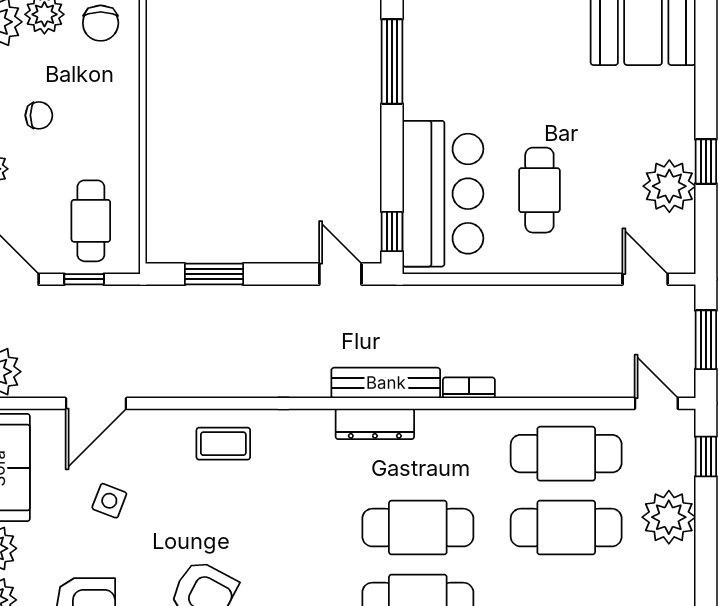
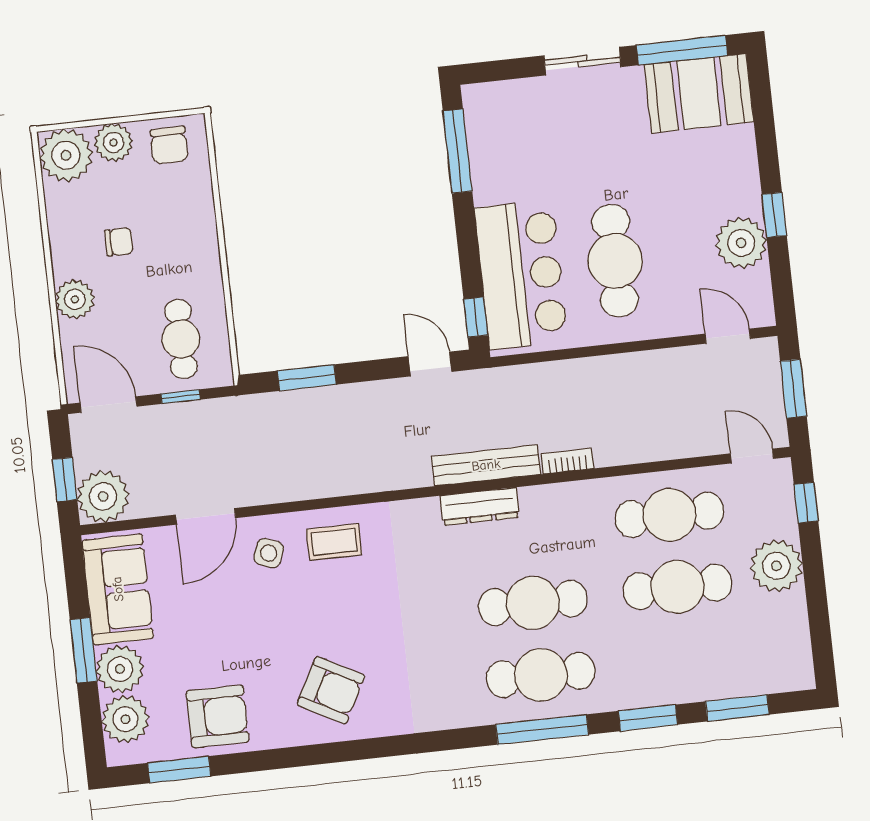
cafe table: (539, 190) -> (615, 261), width x1.37, depth x1.35
side table: (109, 501) -> (269, 553), moved

